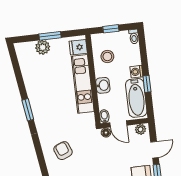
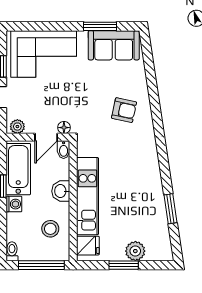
window: (111, 29) -> (41, 265), width x2.17
window: (28, 110) -> (170, 209), moved
door: (118, 124) -> (46, 137), swing flipped
armchair: (63, 151) -> (124, 110), turned -56

